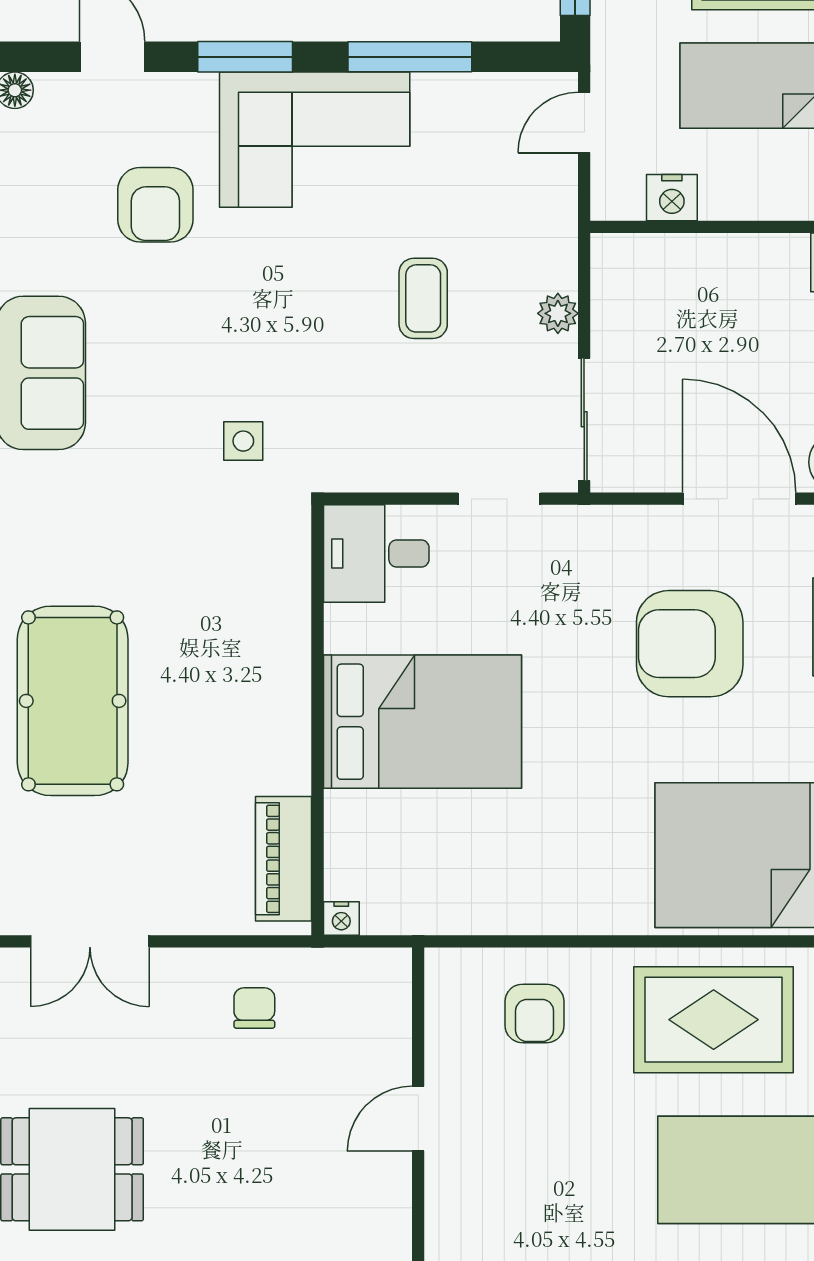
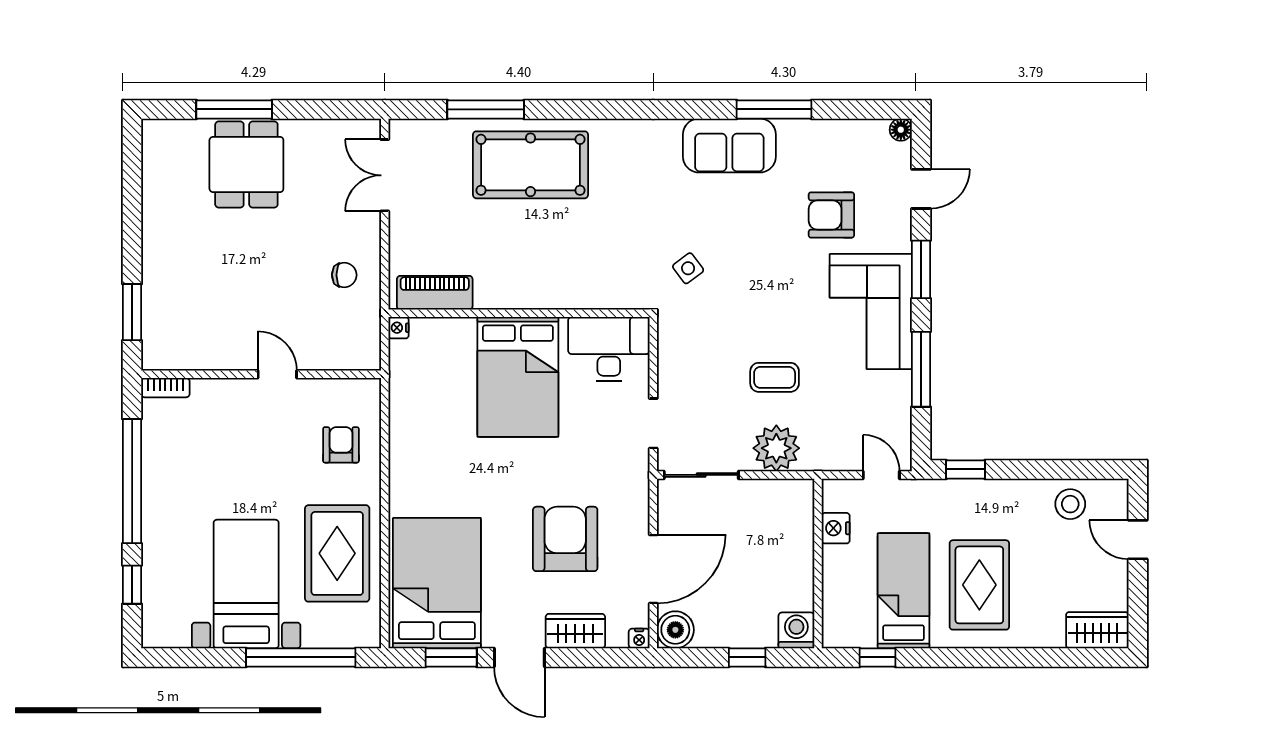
plant: (558, 313) -> (776, 448), width x1.88, depth x1.88
side table: (243, 441) -> (688, 268), turned -37
desk: (376, 553) -> (609, 349), width x1.37
armchair: (535, 1013) -> (341, 445), turned 90

